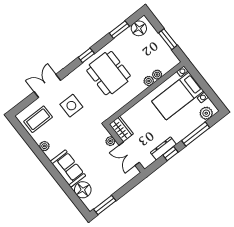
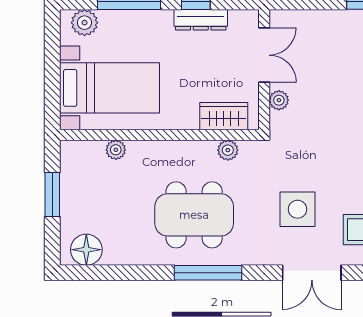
window: (119, 30) -> (120, 273), removed
window: (86, 55) -> (208, 273), width x2.17
dining table: (109, 73) -> (194, 215), turned 90
plant: (149, 81) -> (228, 150), moved
wardrobe: (121, 129) -> (224, 116), moved, turned 90

